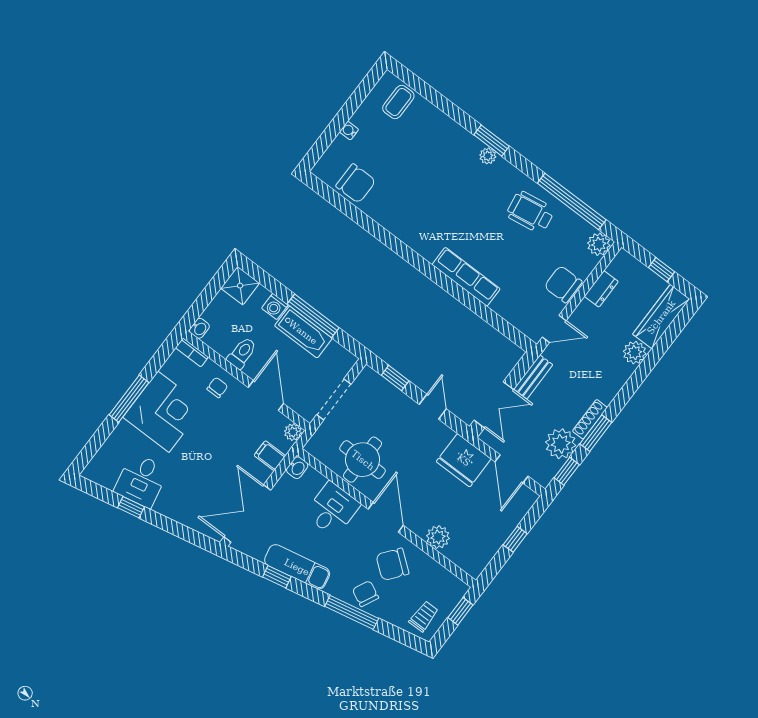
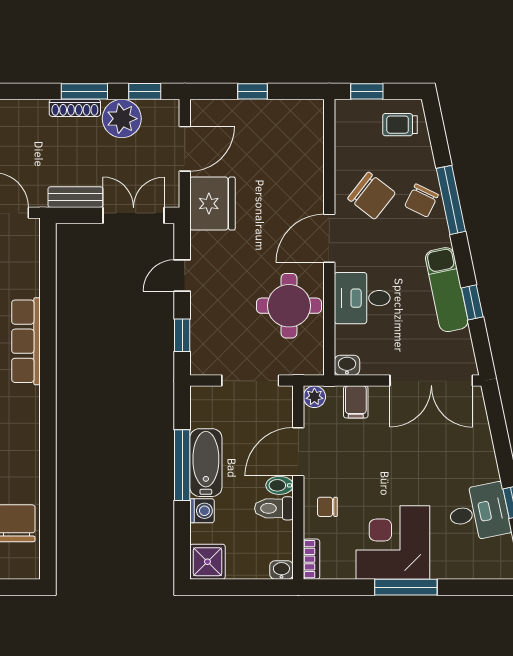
bidet: (254, 368) -> (280, 485), added
plant: (438, 537) -> (309, 171), removed

